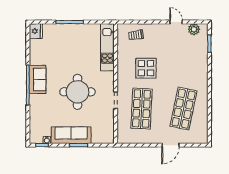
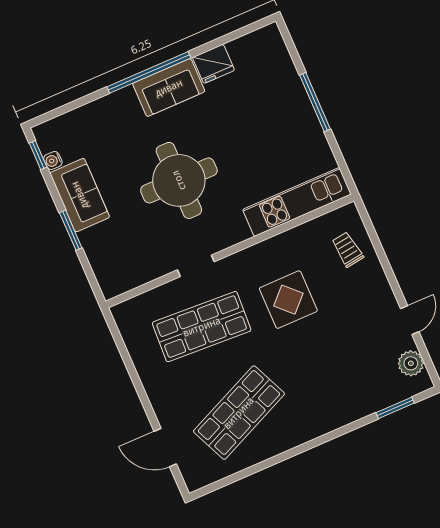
fridge: (36, 31) -> (213, 64), moved
shop shelf: (183, 109) -> (239, 413), turned -36
sofa: (71, 135) -> (80, 195), width x0.73
door: (170, 145) -> (165, 448), moved

